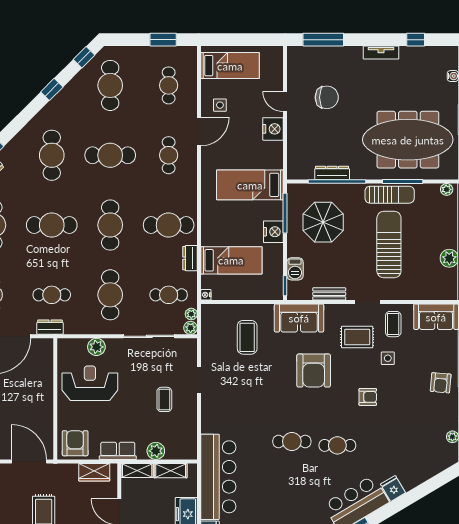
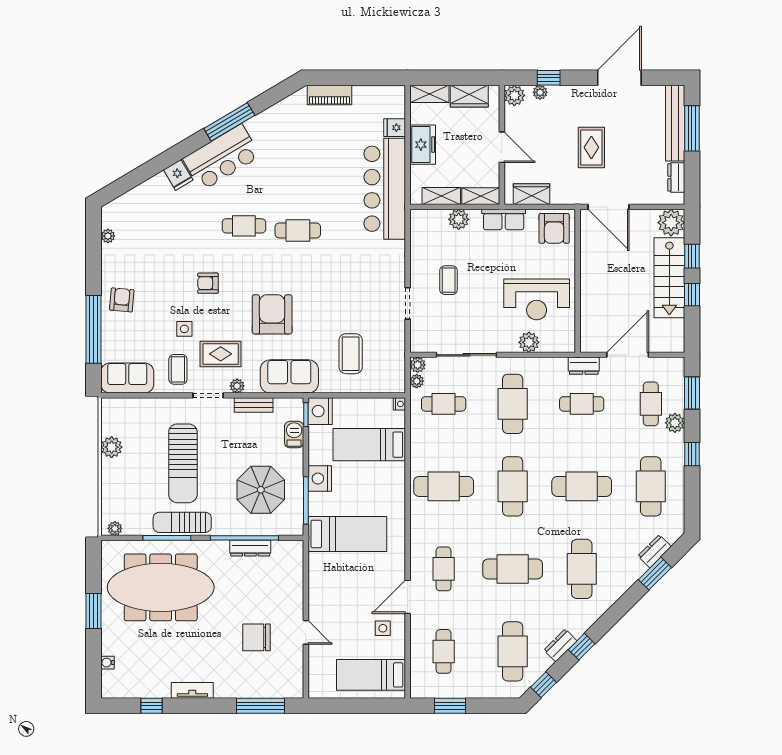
nightstand: (273, 129) -> (320, 411), moved
dresser: (190, 258) -> (560, 645), moved, turned -135
plant: (343, 310) -> (237, 386), added

